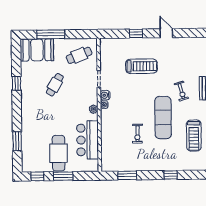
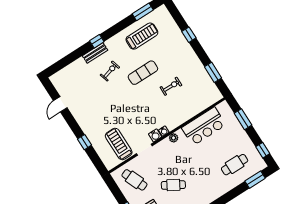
door: (166, 33) -> (60, 104), moved
treadmill: (142, 66) -> (119, 144), moved
exercise mat: (163, 118) -> (143, 73), width x0.73, depth x0.69
window: (17, 141) -> (255, 180), moved
cafe table: (59, 153) -> (235, 165), moved, width x0.73, depth x0.74
window: (63, 176) -> (243, 119), moved

